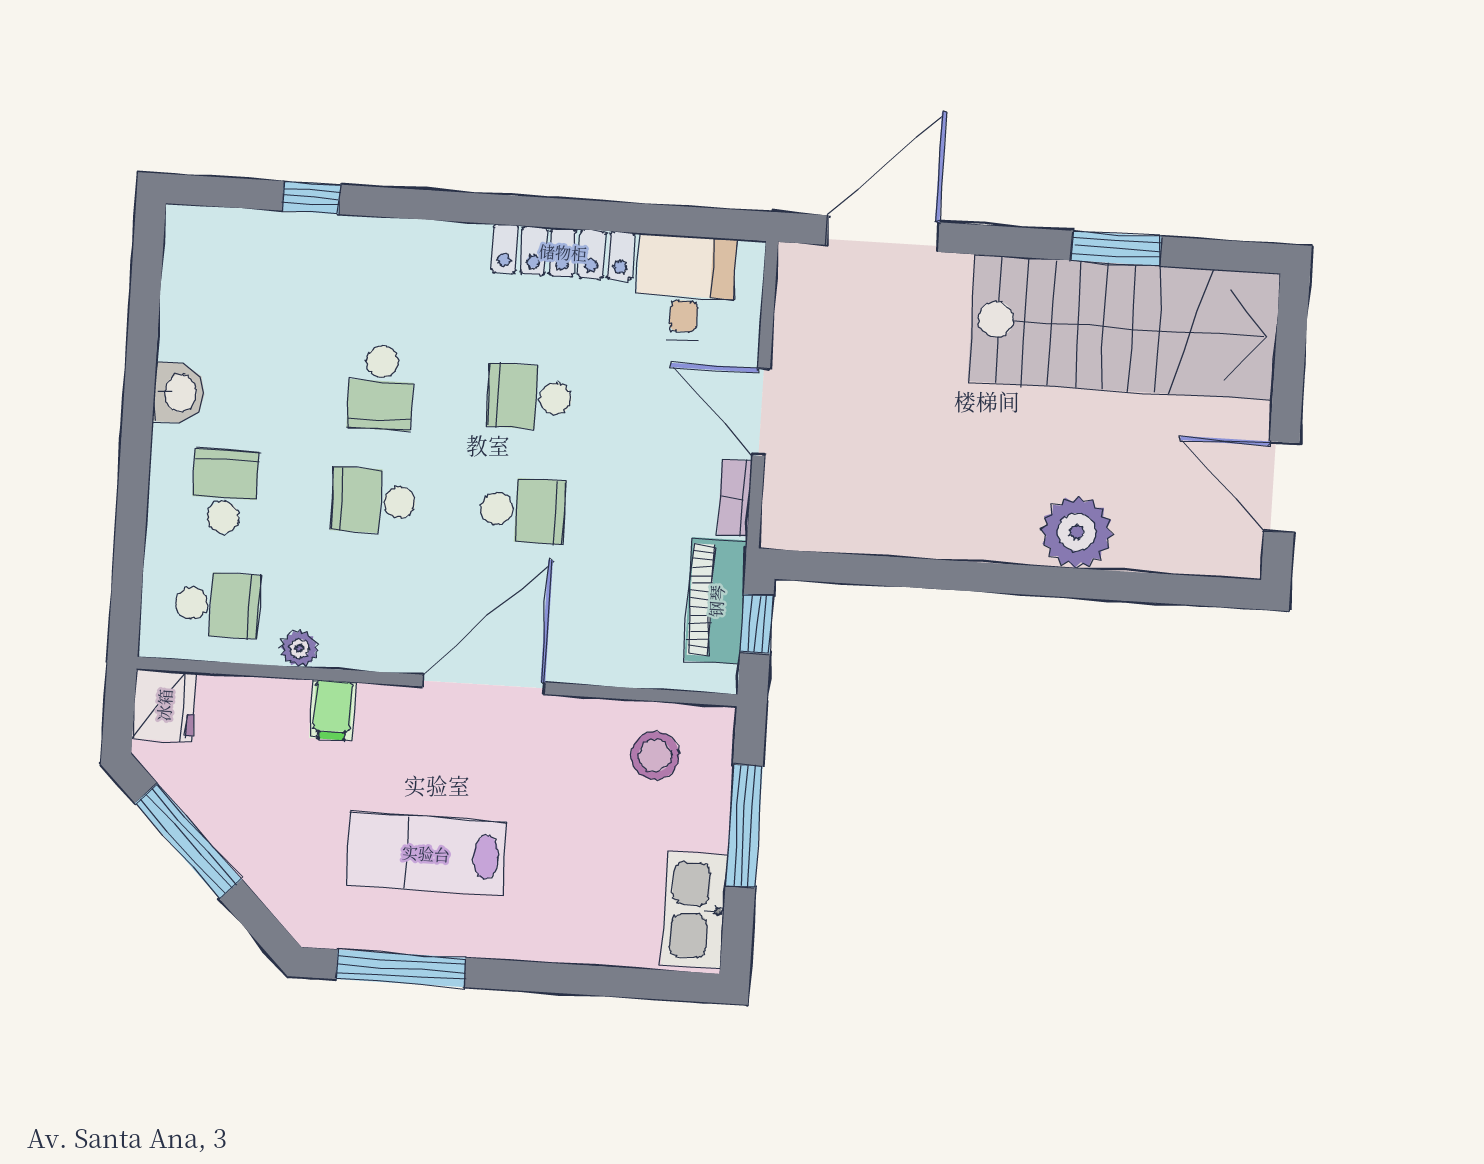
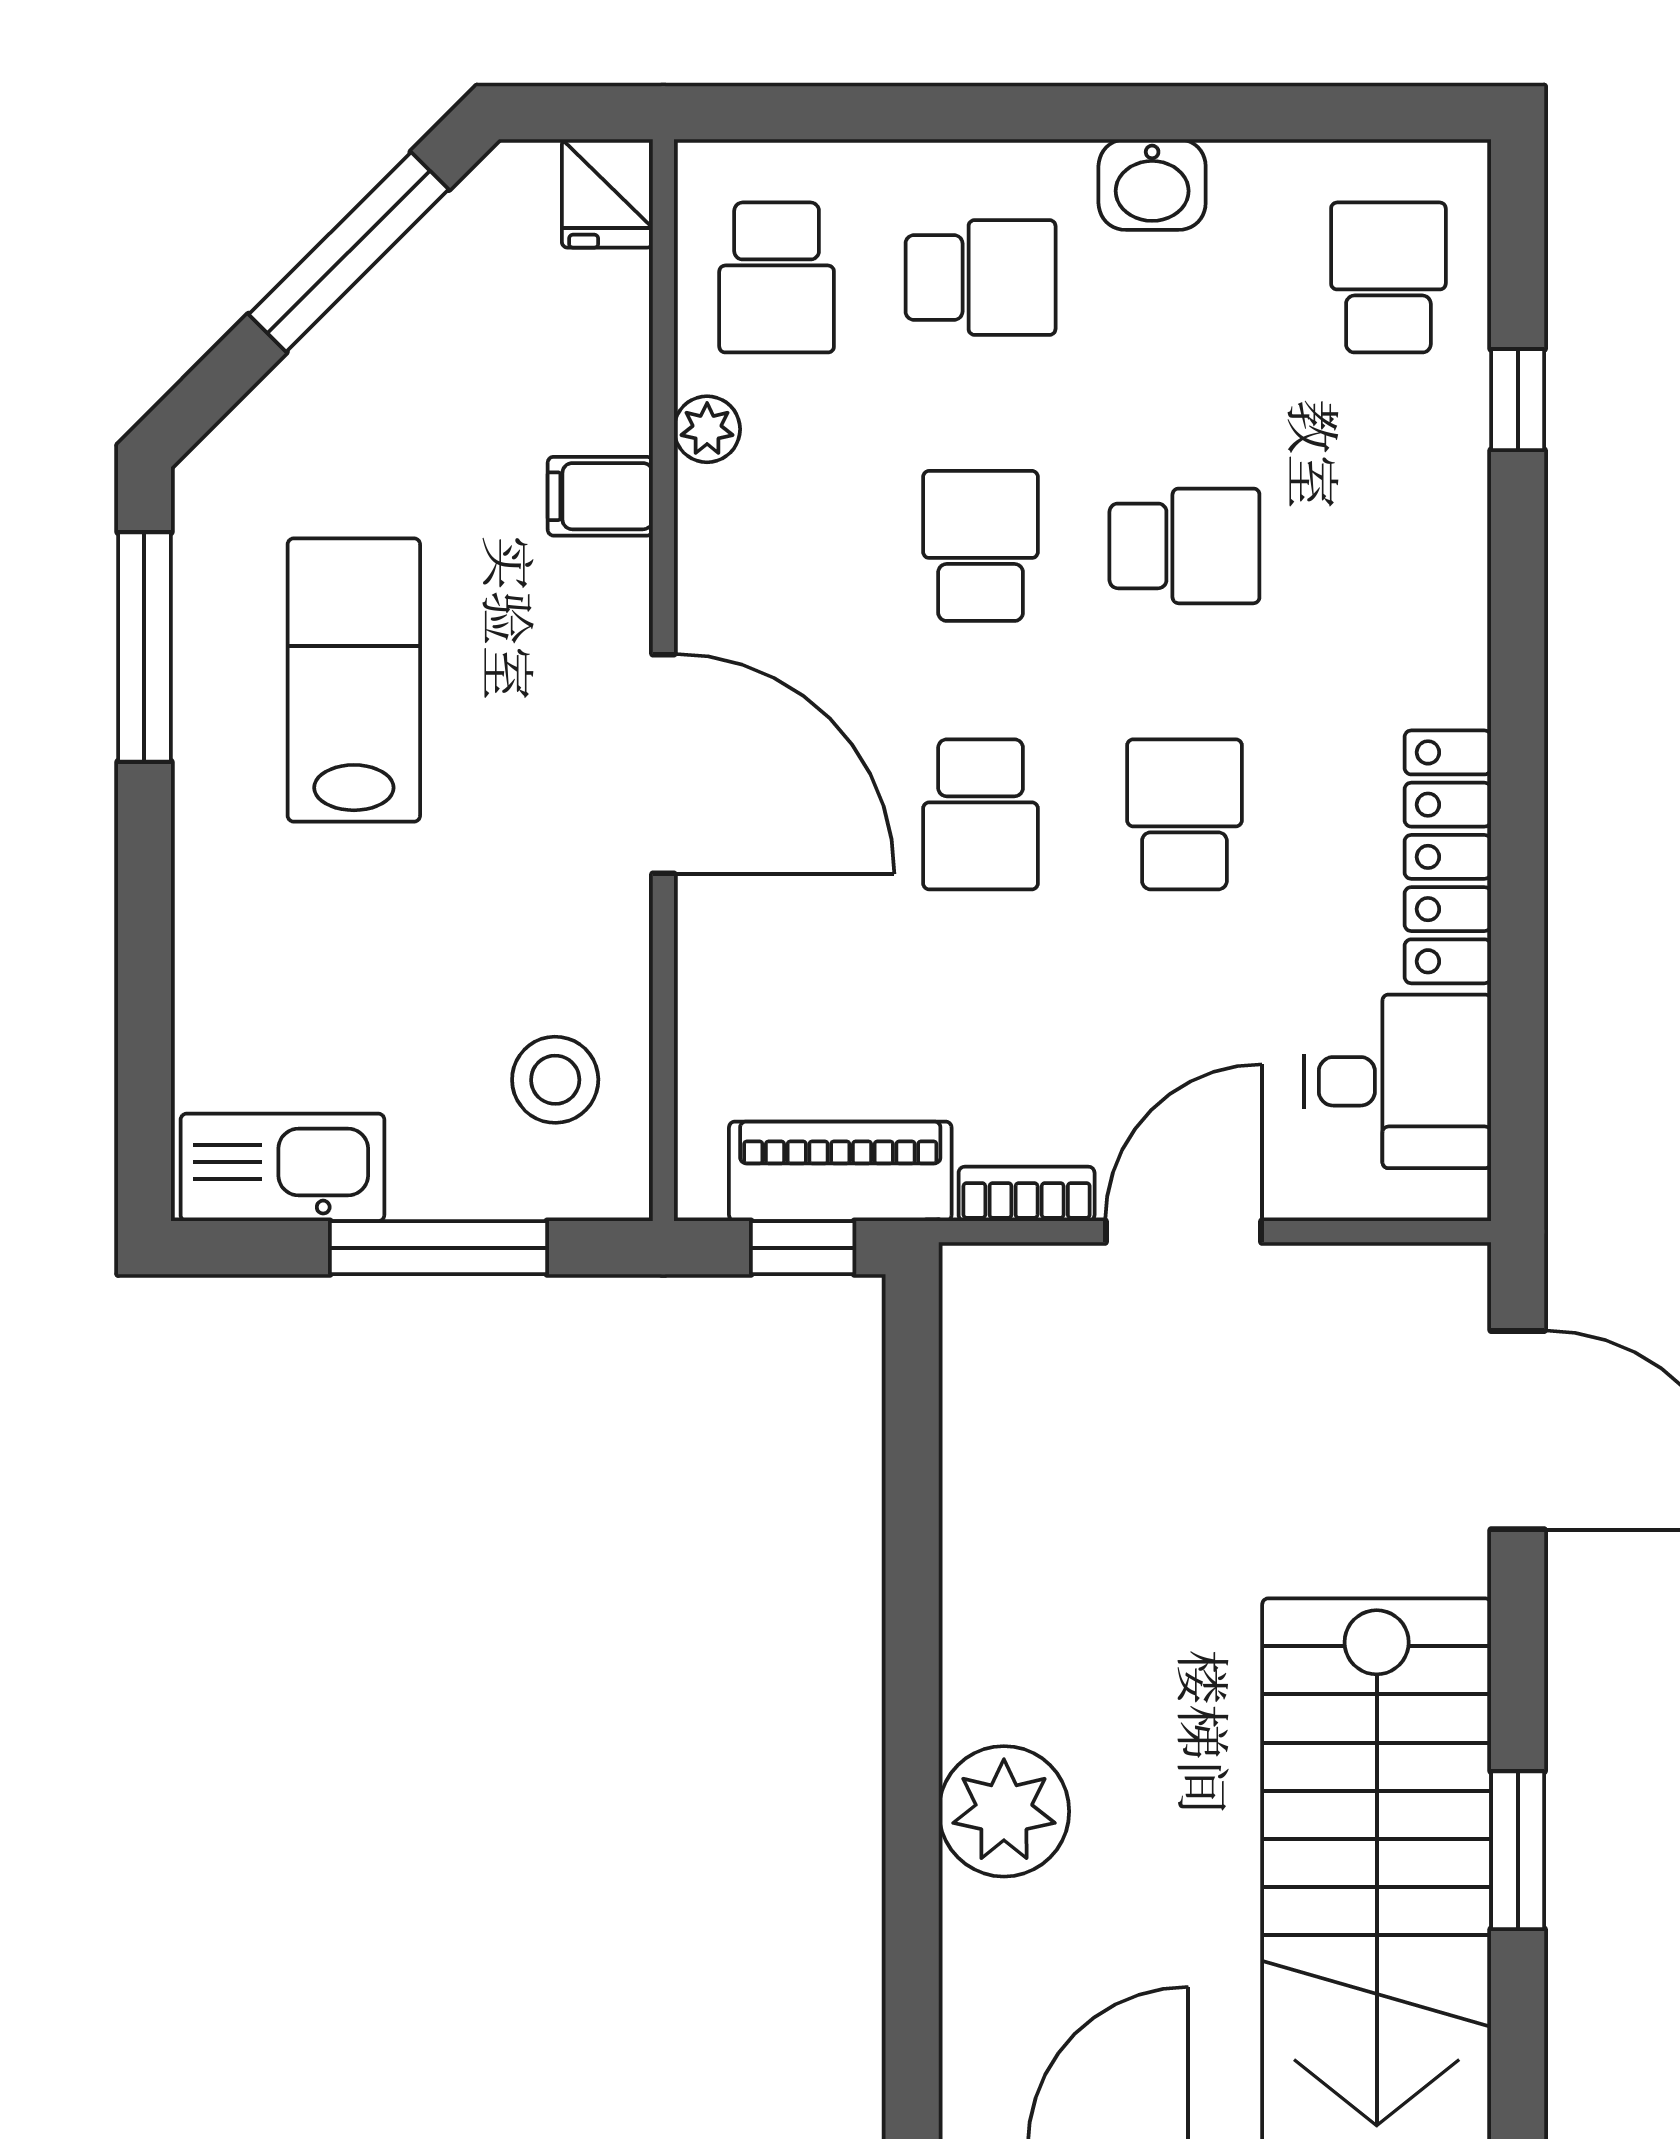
school desk: (239, 265) -> (1388, 277), added
school desk: (381, 388) -> (1184, 546), turned 180
fridge: (164, 705) -> (607, 193), width x0.72

